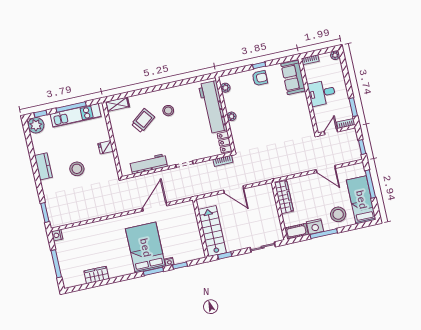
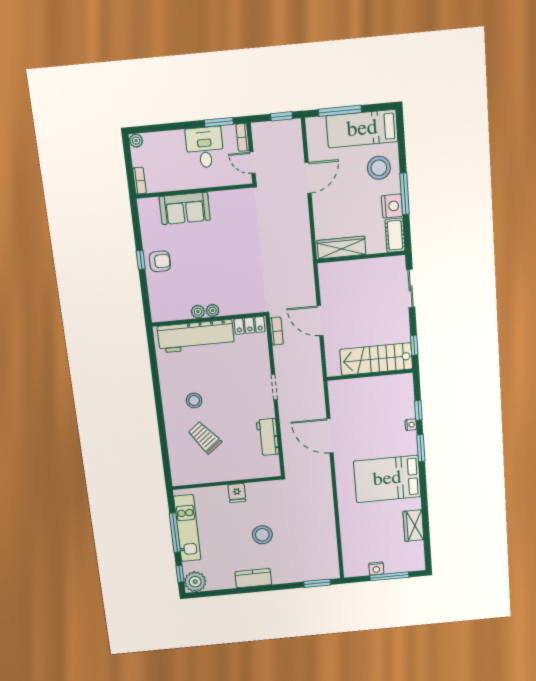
sofa: (293, 77) -> (185, 208), moved
armchair: (260, 78) -> (160, 261), turned 90
plant: (225, 88) -> (198, 312), moved
desk: (322, 93) -> (205, 147), moved, turned 180
shelving: (117, 104) -> (178, 470), removed
workbench: (149, 164) -> (268, 437), width x0.73
door: (234, 189) -> (320, 321), swing flipped
nightstand: (57, 235) -> (376, 568), moved
bed: (145, 248) -> (387, 479), moved

